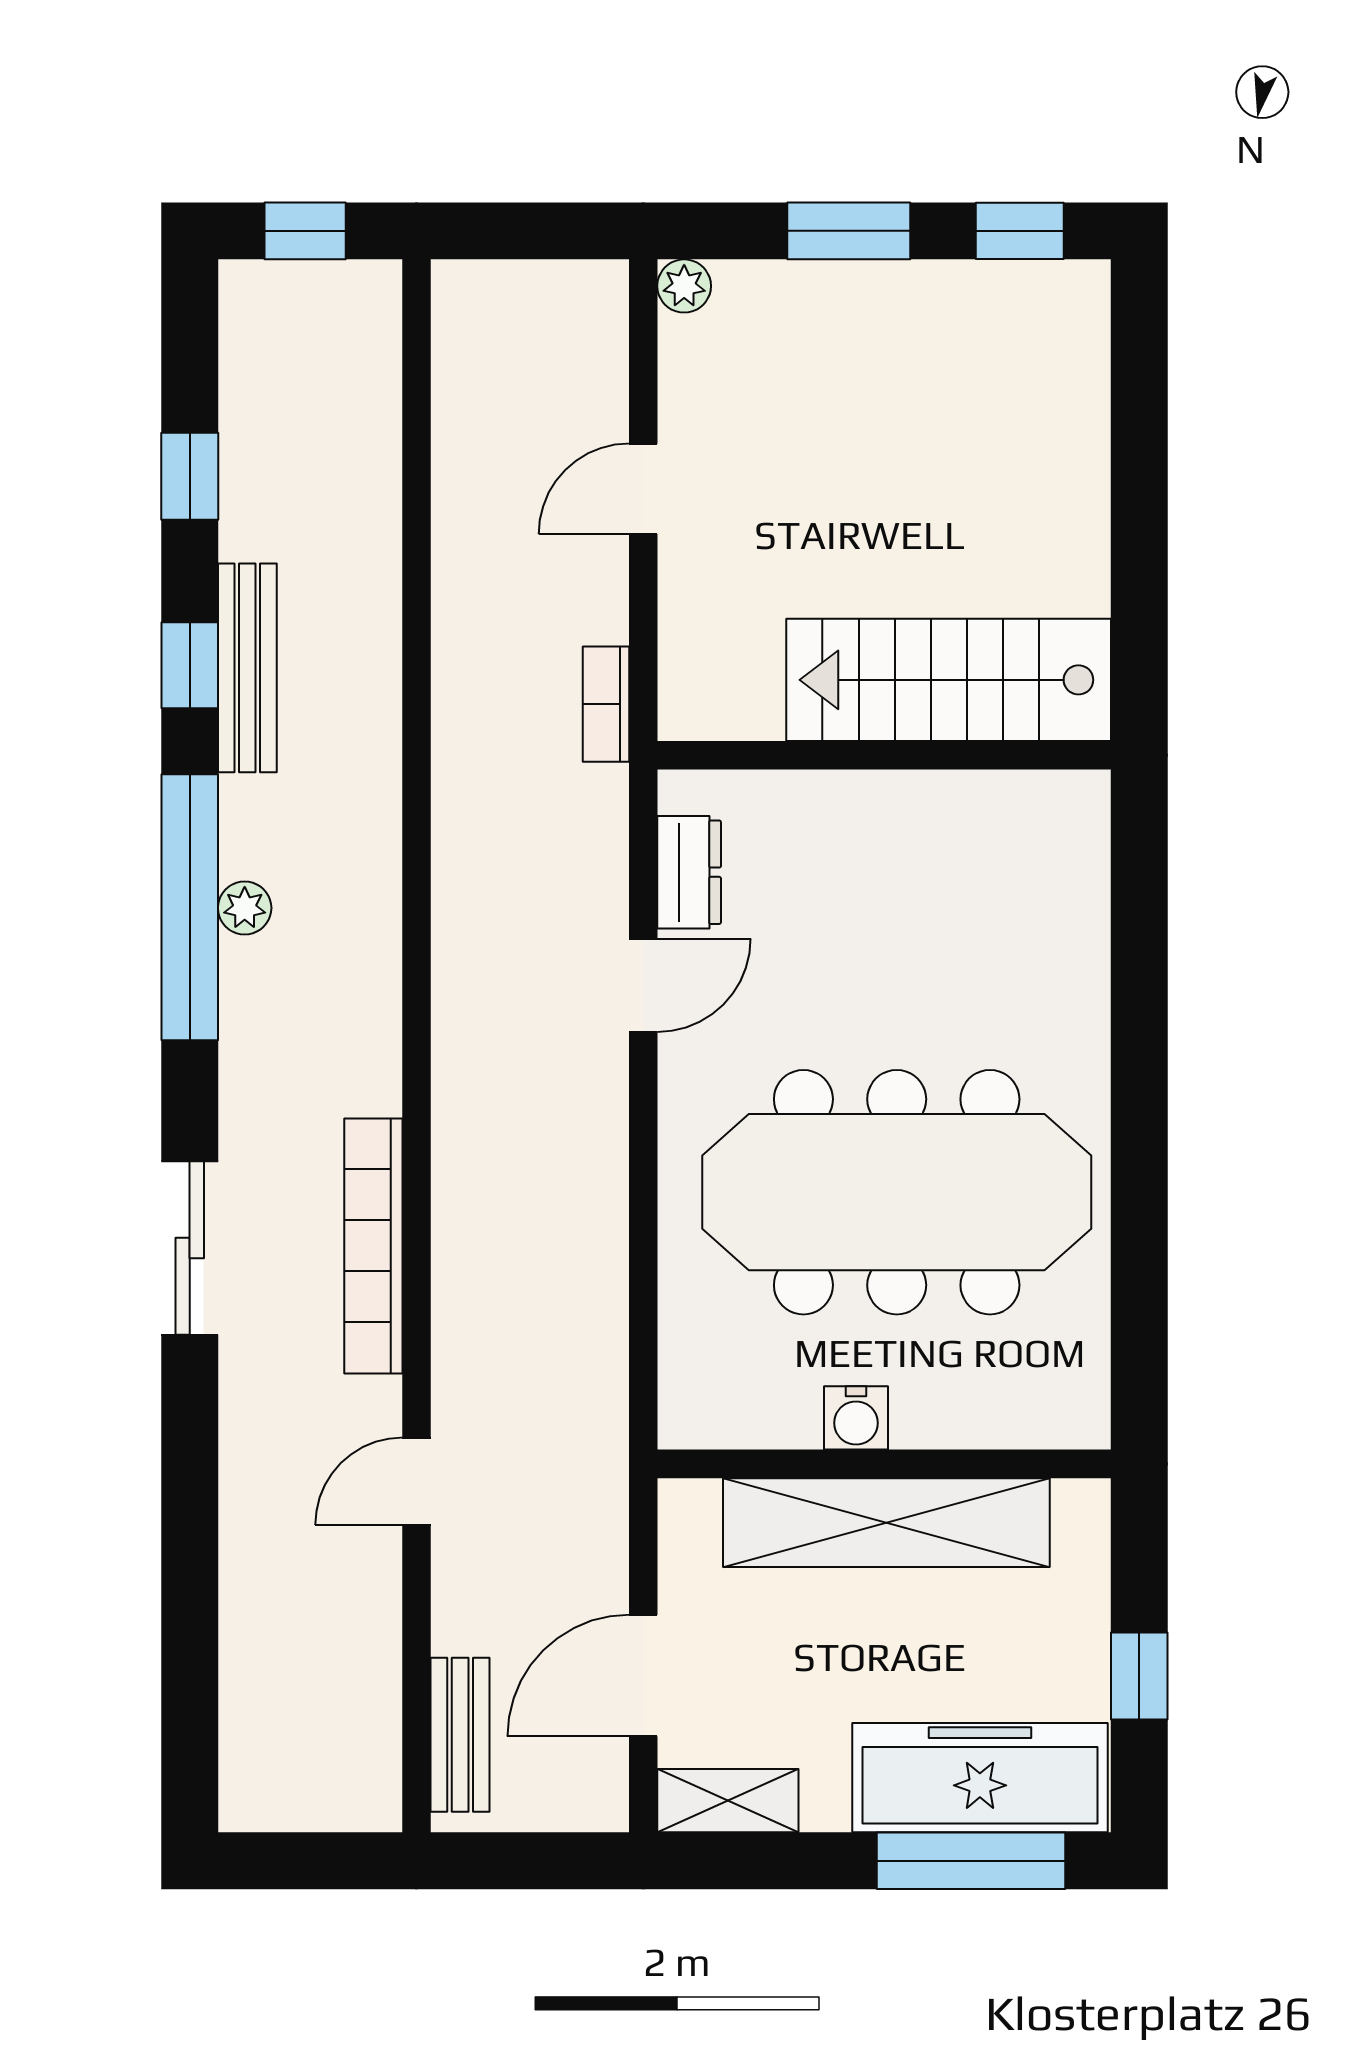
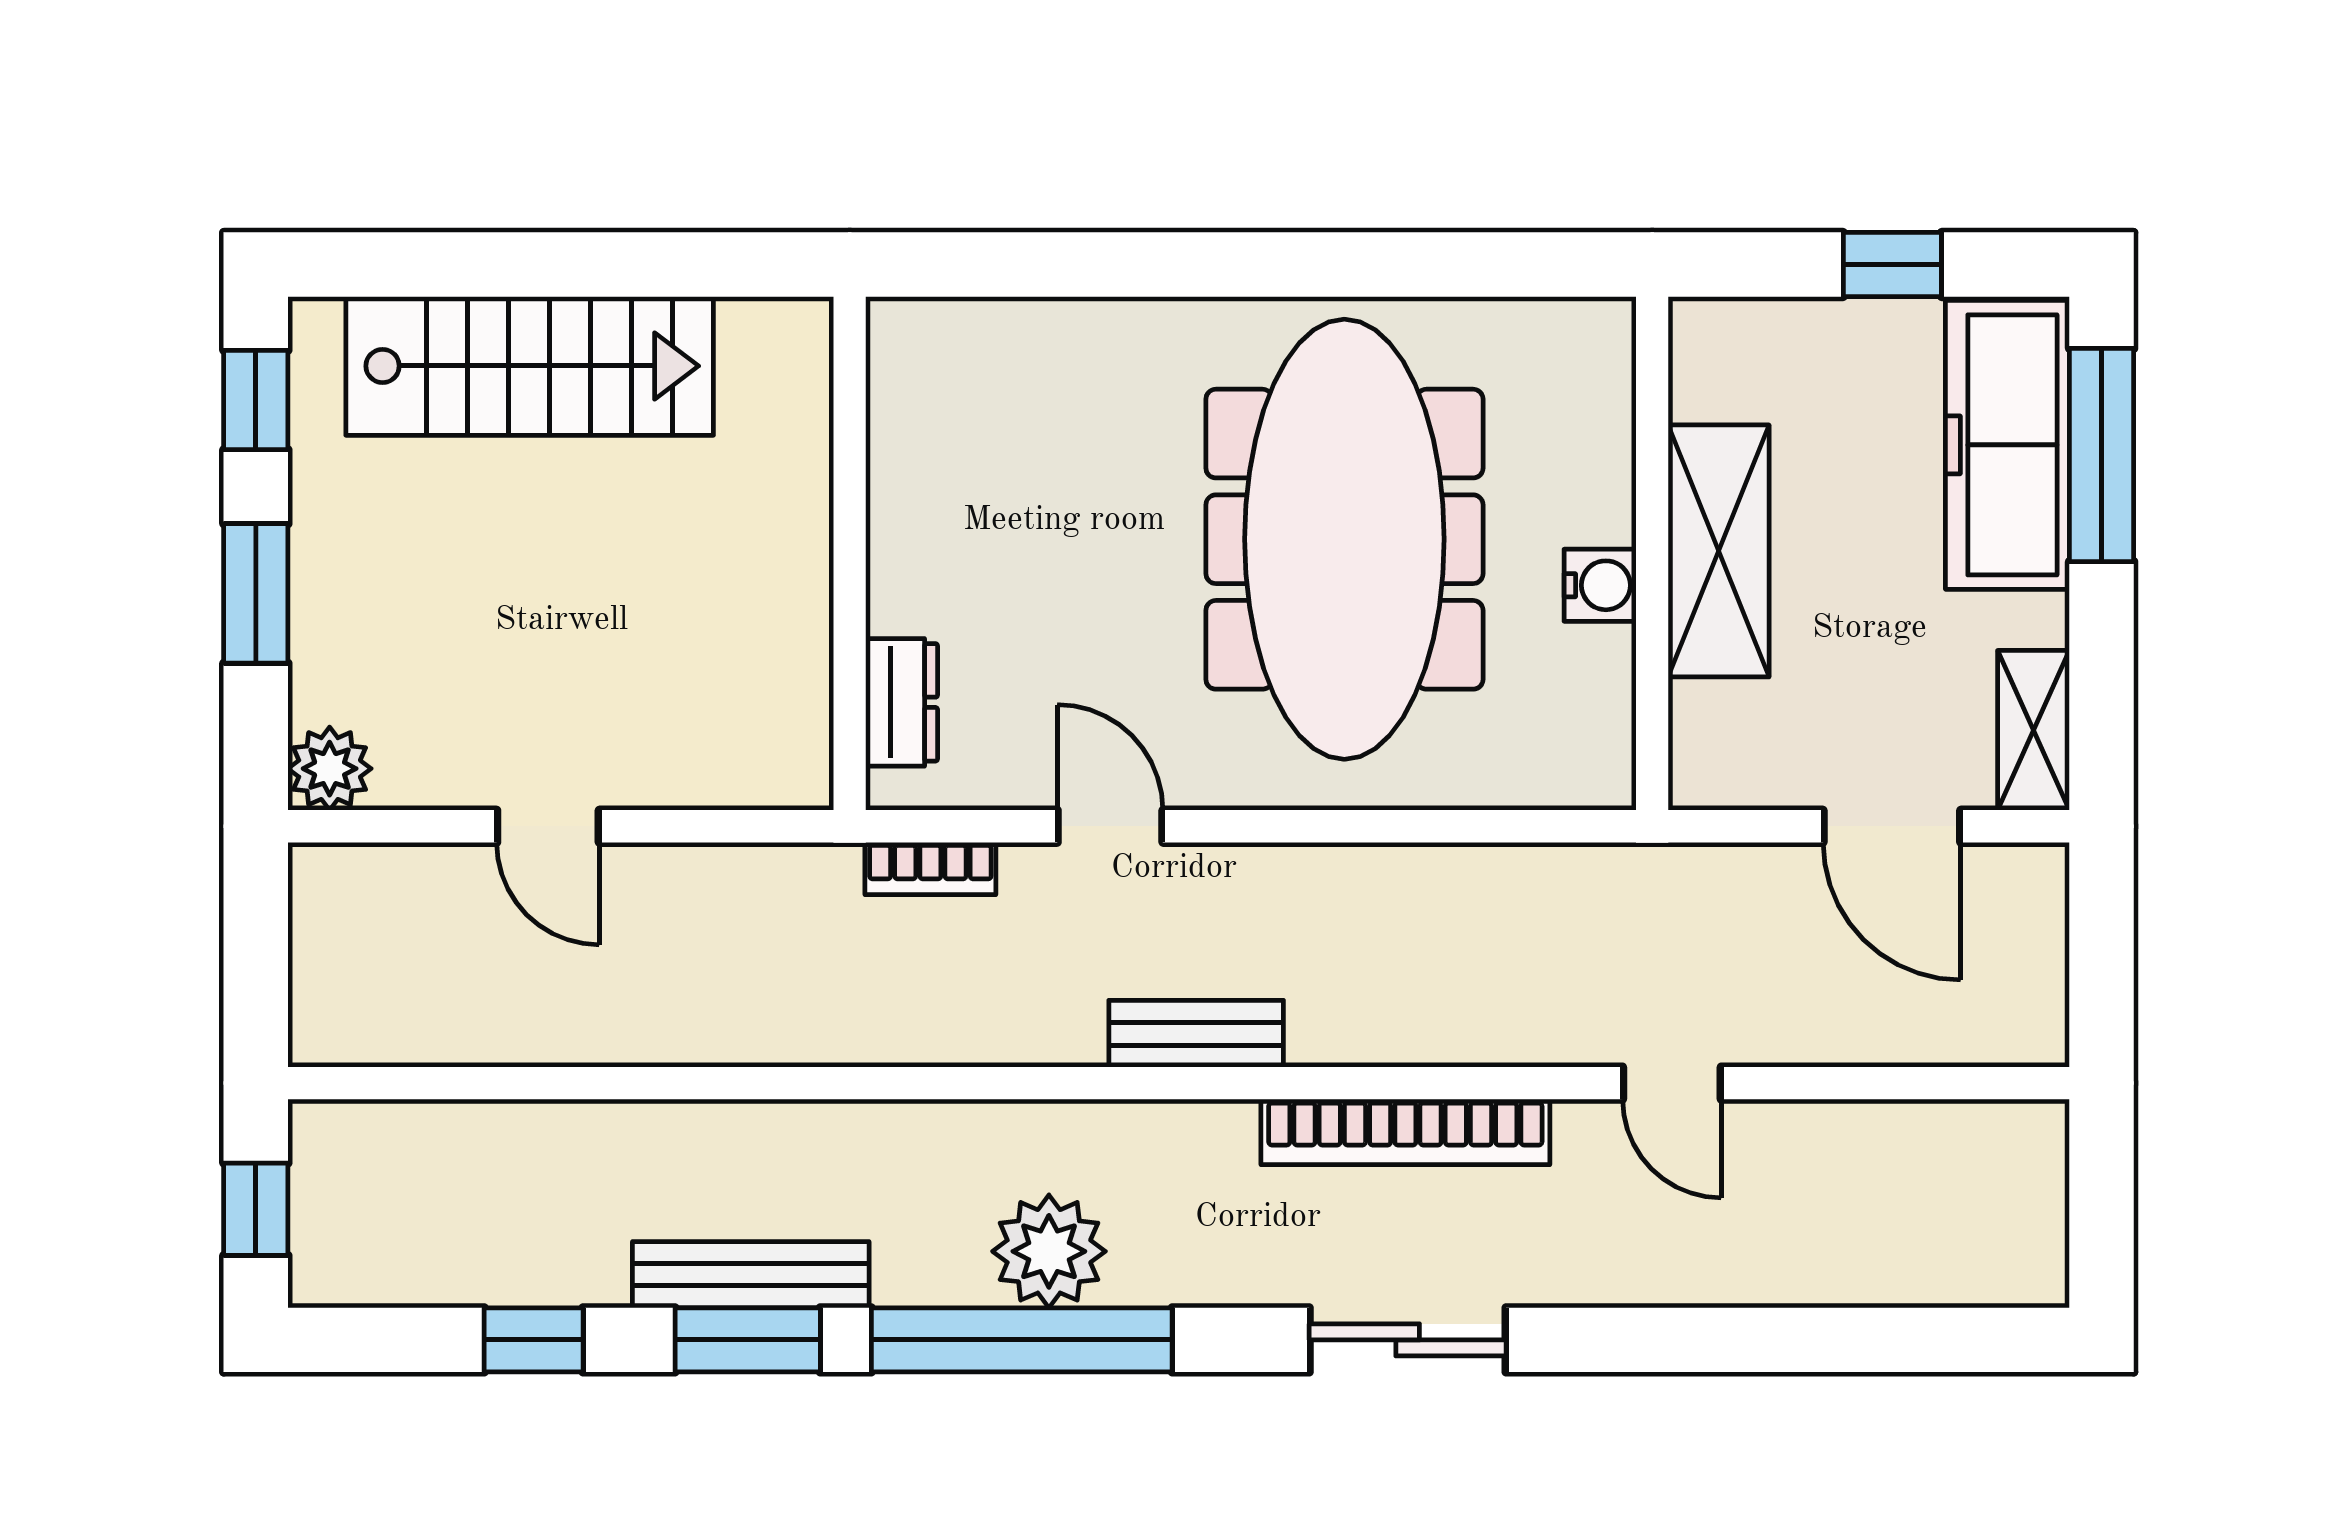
plant: (684, 286) -> (330, 769), width x1.38, depth x1.38
window: (190, 665) -> (748, 1340), width x1.50
stairs: (949, 680) -> (530, 366), moved, turned -90
bookcase: (606, 704) -> (930, 868), moved
dresser: (689, 872) -> (902, 702), moved, turned 90
plant: (245, 908) -> (1049, 1251), width x1.88, depth x1.88
shelving: (886, 1523) -> (1719, 551), width x0.68
bench: (460, 1735) -> (1196, 1034), moved

